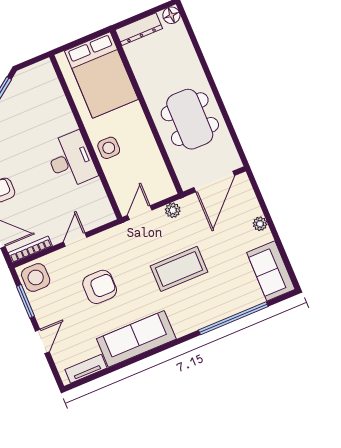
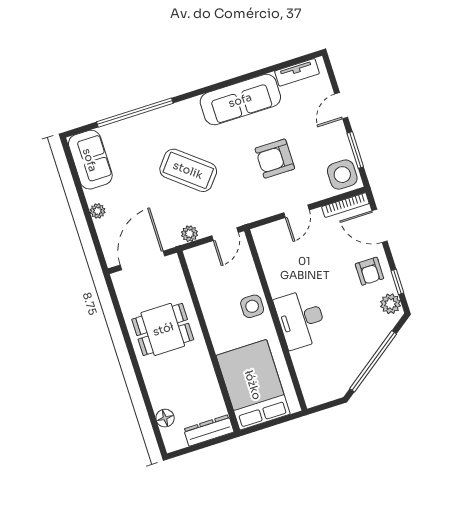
floor lamp: (171, 15) -> (165, 418), moved
dining table: (190, 119) -> (163, 329), width x0.73
desk: (71, 160) -> (301, 319), moved
coffee table: (179, 269) -> (188, 170), turned 39

